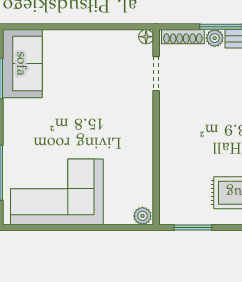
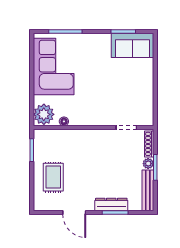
floor lamp: (146, 37) -> (64, 121), moved
plant: (142, 216) -> (44, 114), width x1.88, depth x1.88

